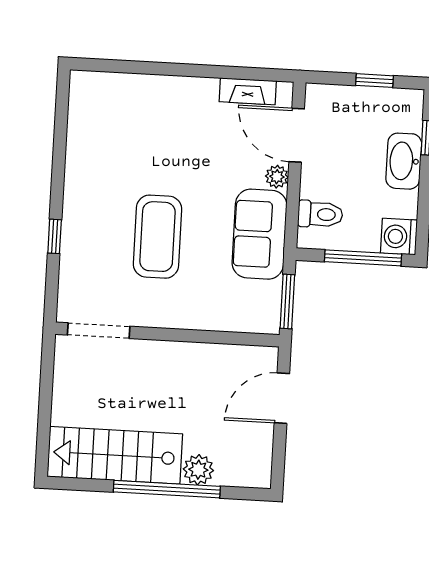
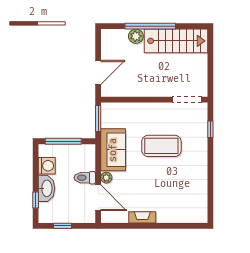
fireplace: (248, 91) -> (142, 217), moved
toilet: (320, 214) -> (85, 178), moved
window: (55, 236) -> (210, 129), moved
coffee table: (158, 237) -> (161, 146), turned 90
washing machine: (399, 237) -> (47, 166), moved

